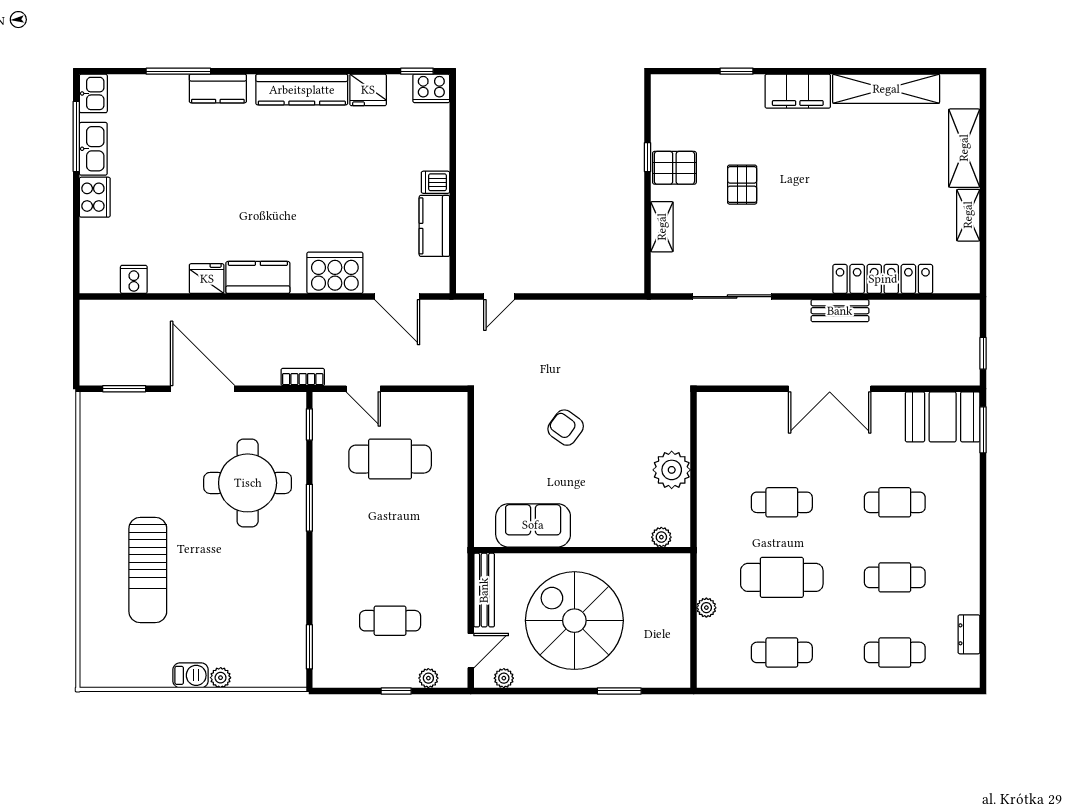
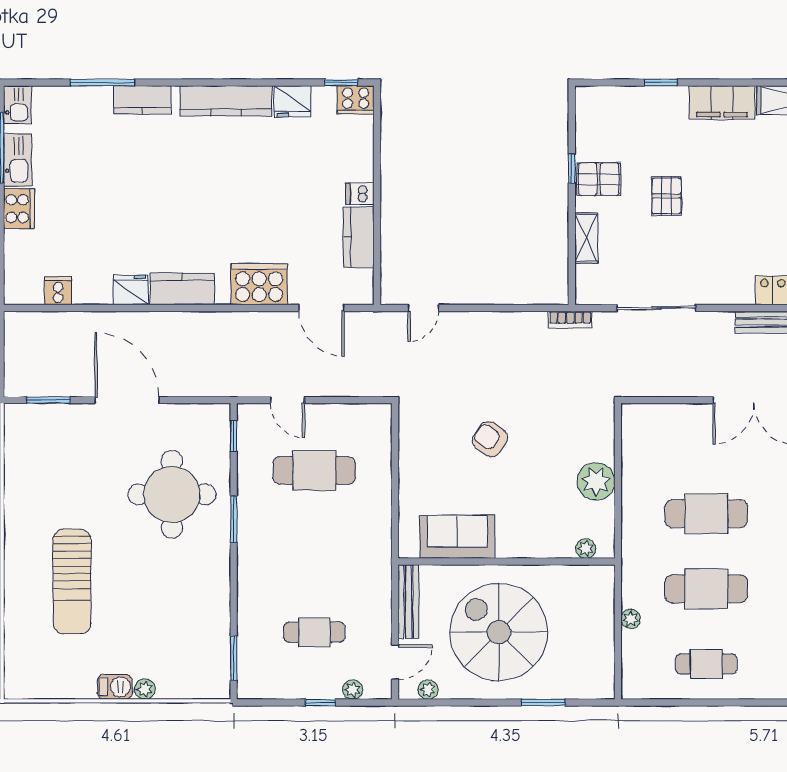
bookcase: (303, 377) -> (570, 320), moved, turned 180
cafe table: (782, 502) -> (706, 514), width x1.37, depth x1.35

